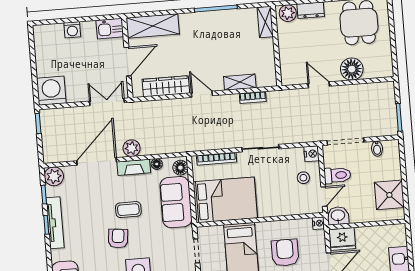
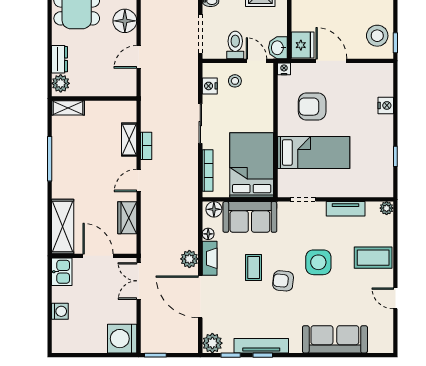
wardrobe: (166, 86) -> (127, 218), width x0.67
bookcase: (253, 97) -> (146, 146), moved
nightstand: (312, 154) -> (210, 86), moved, turned -90

